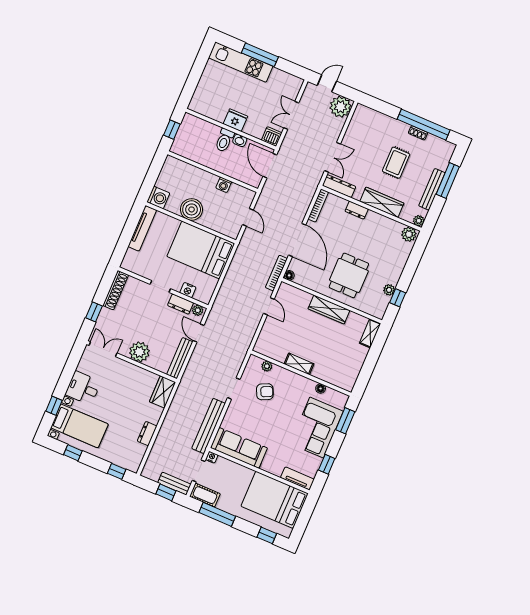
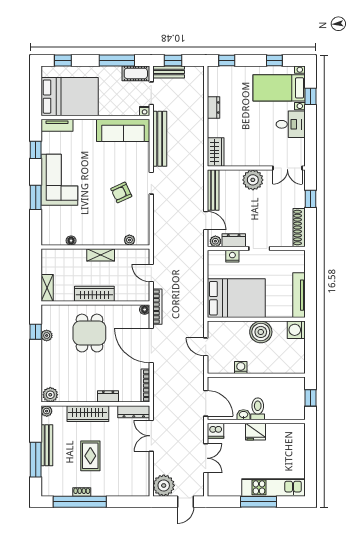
shelving: (299, 364) -> (101, 255), moved
plant: (267, 366) -> (129, 240), moved
wall: (301, 373) -> (95, 247), moved
floor lamp: (321, 389) -> (71, 241), moved

